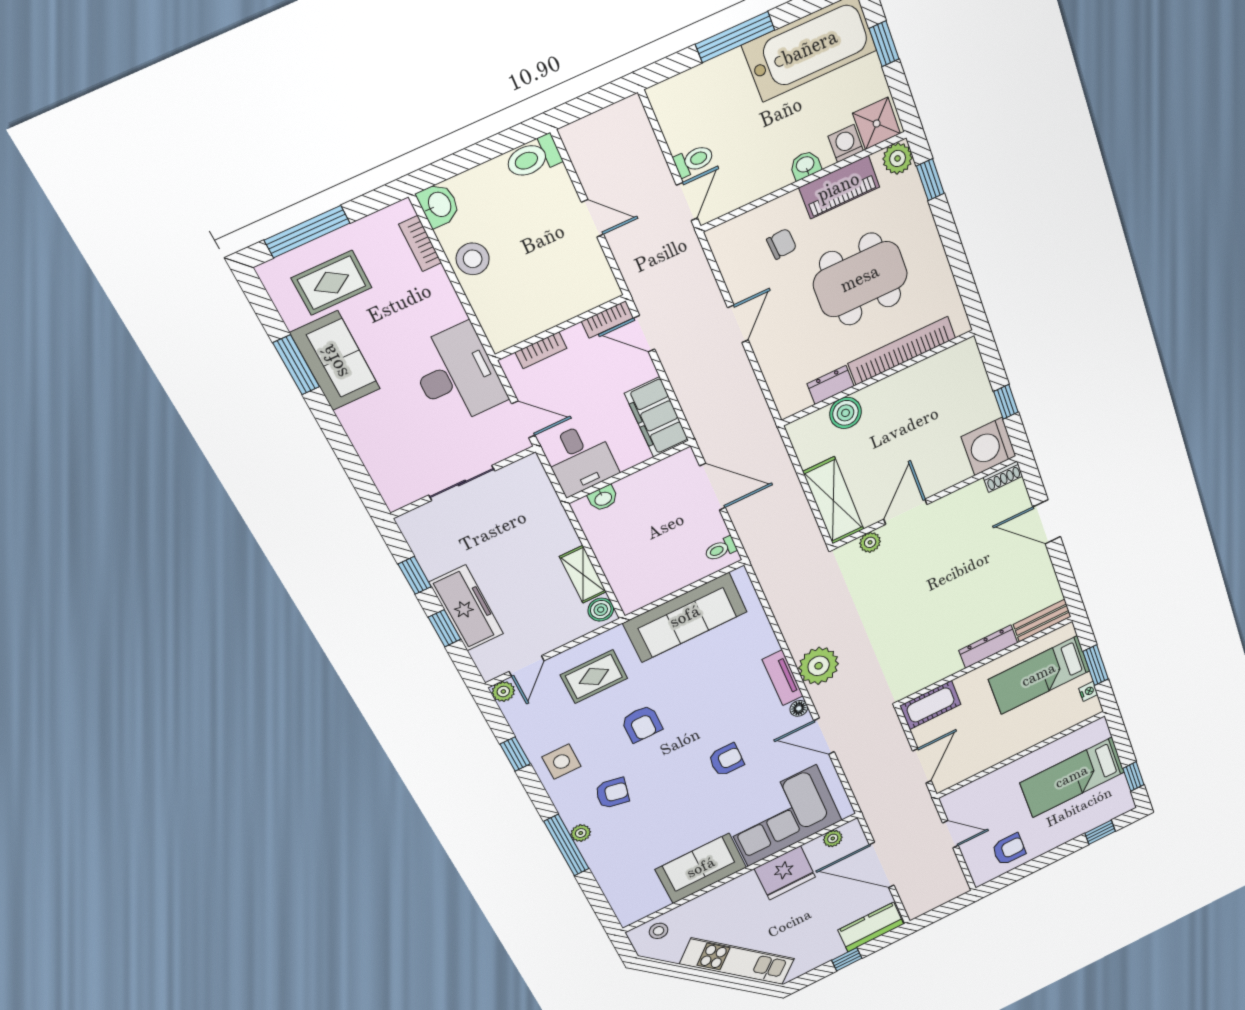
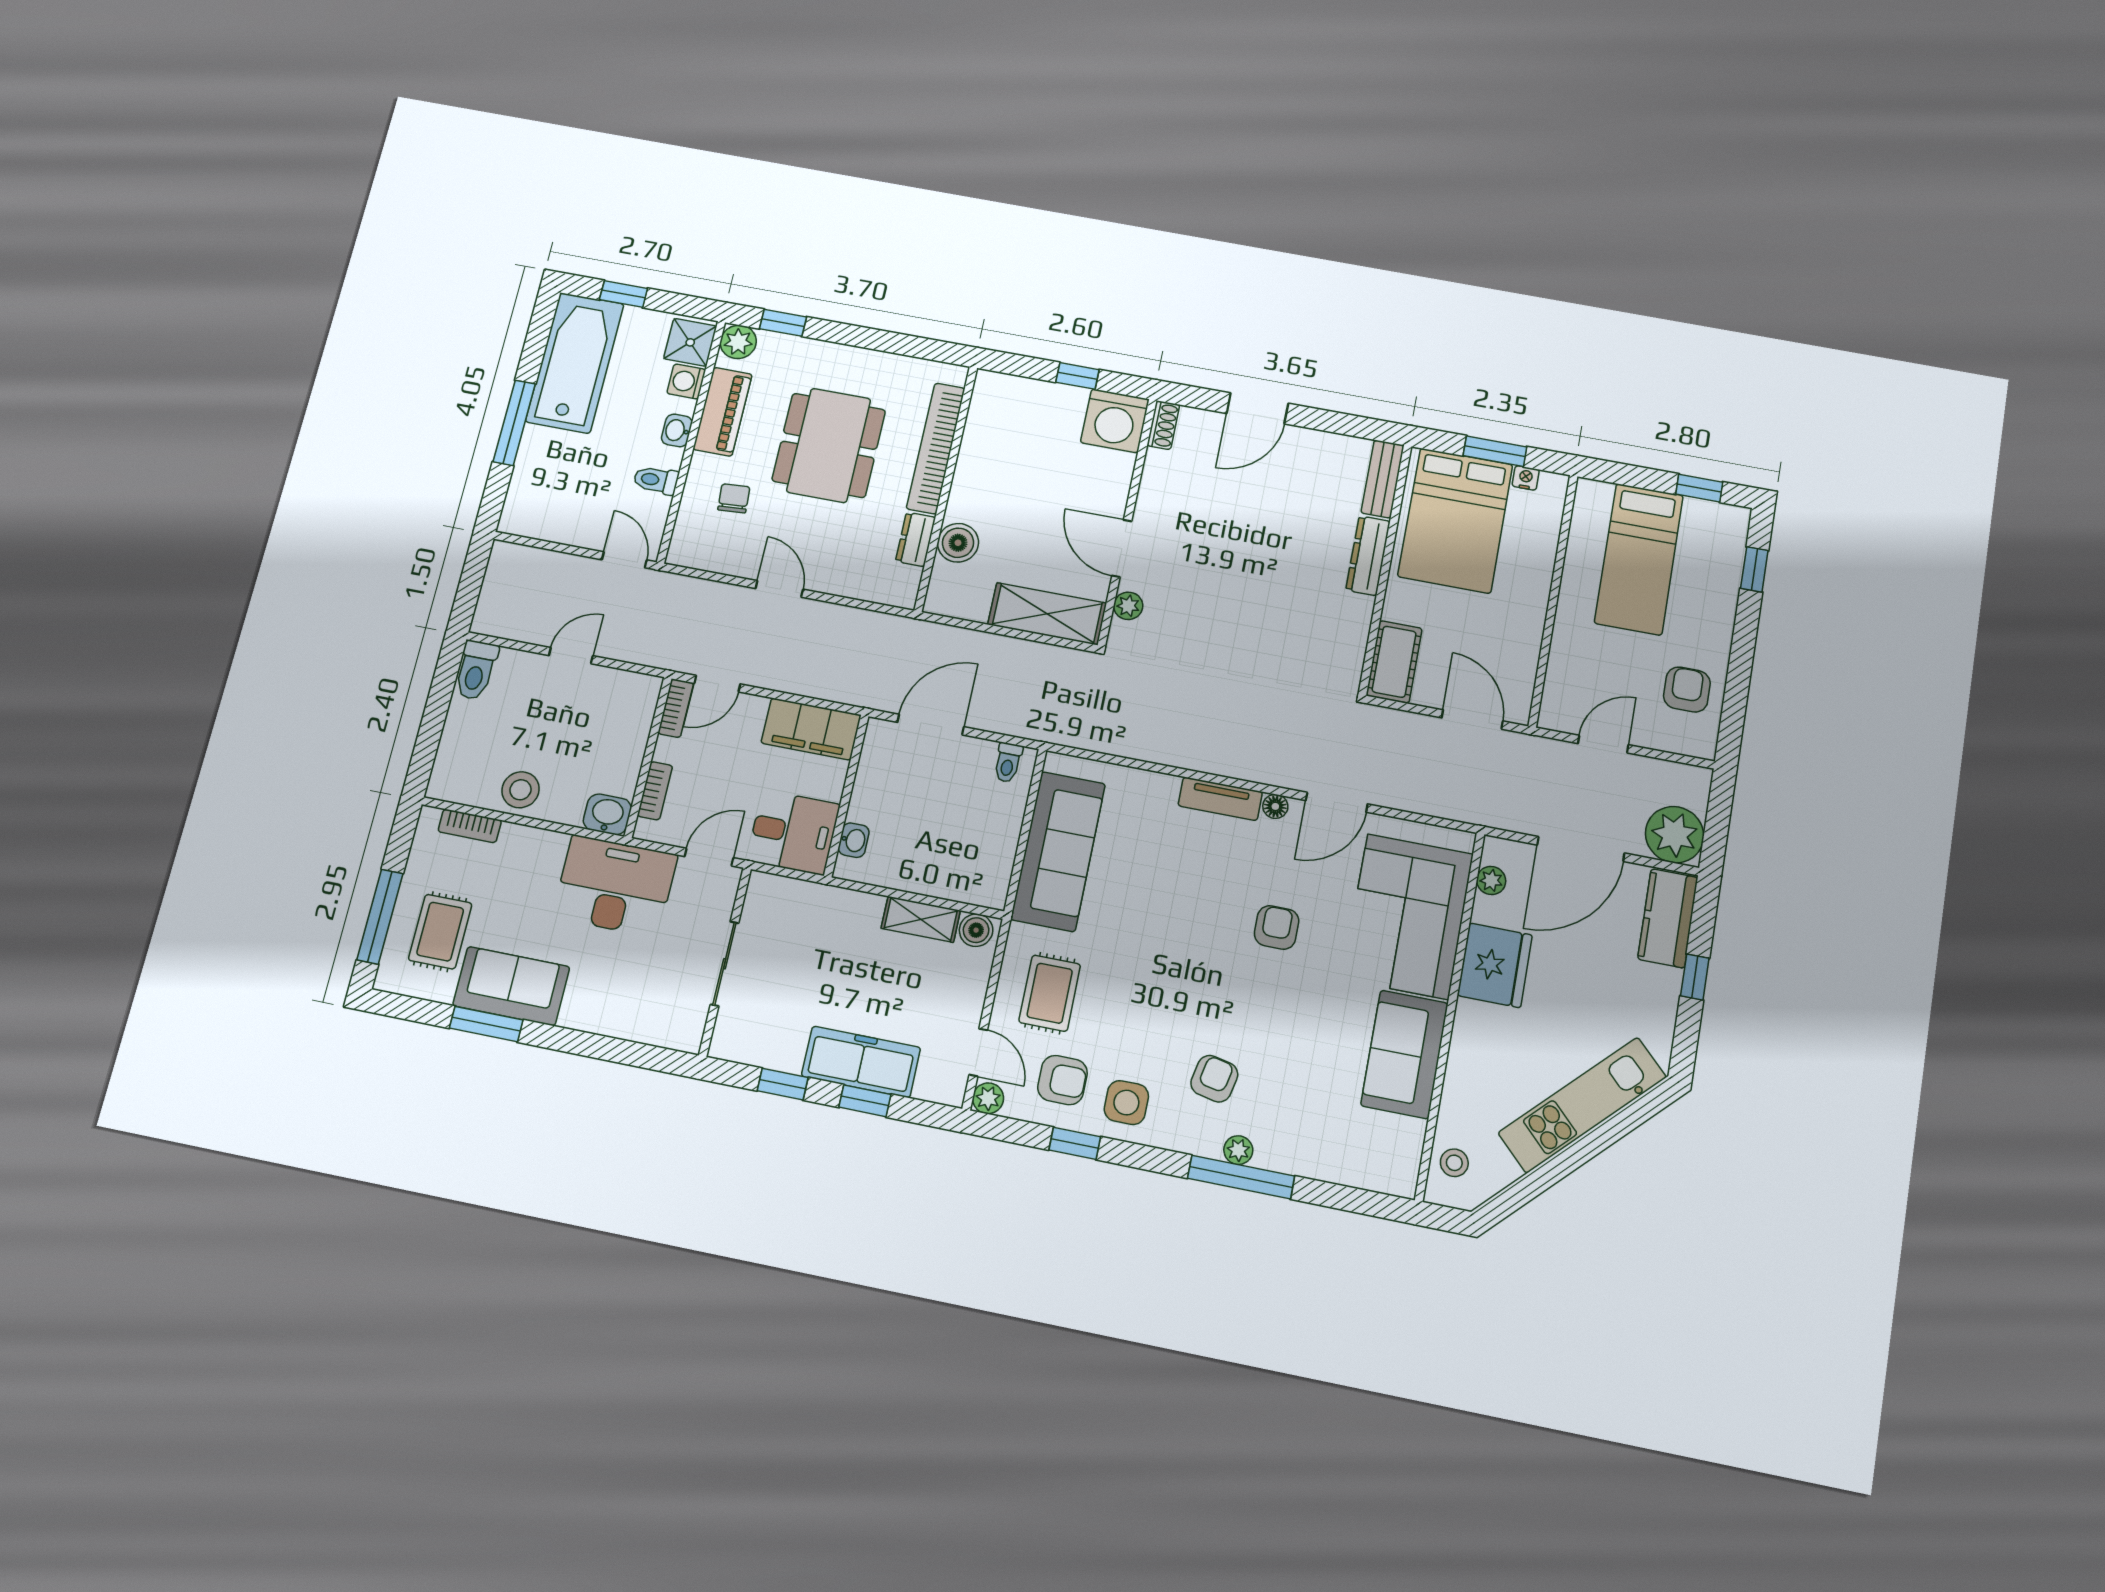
toilet: (694, 160) -> (656, 480), moved, turned -90
washbasin: (439, 205) -> (607, 814), moved
plant: (819, 666) -> (1675, 835), moved
bed: (1039, 675) -> (1455, 520), width x1.50
armchair: (642, 724) -> (1062, 1080), moved

